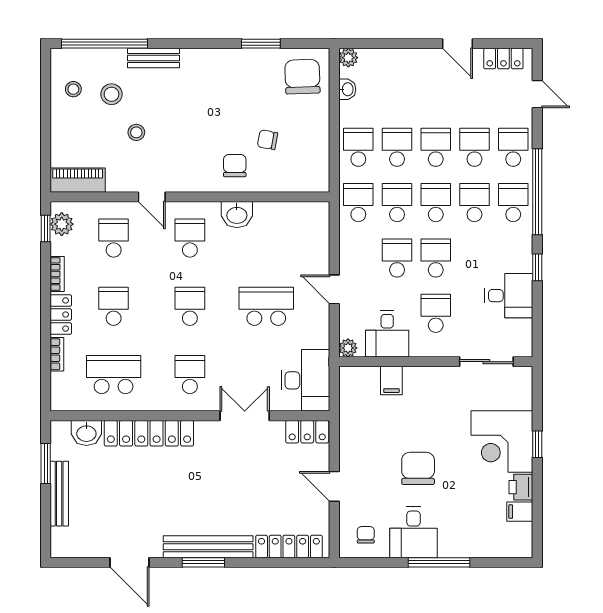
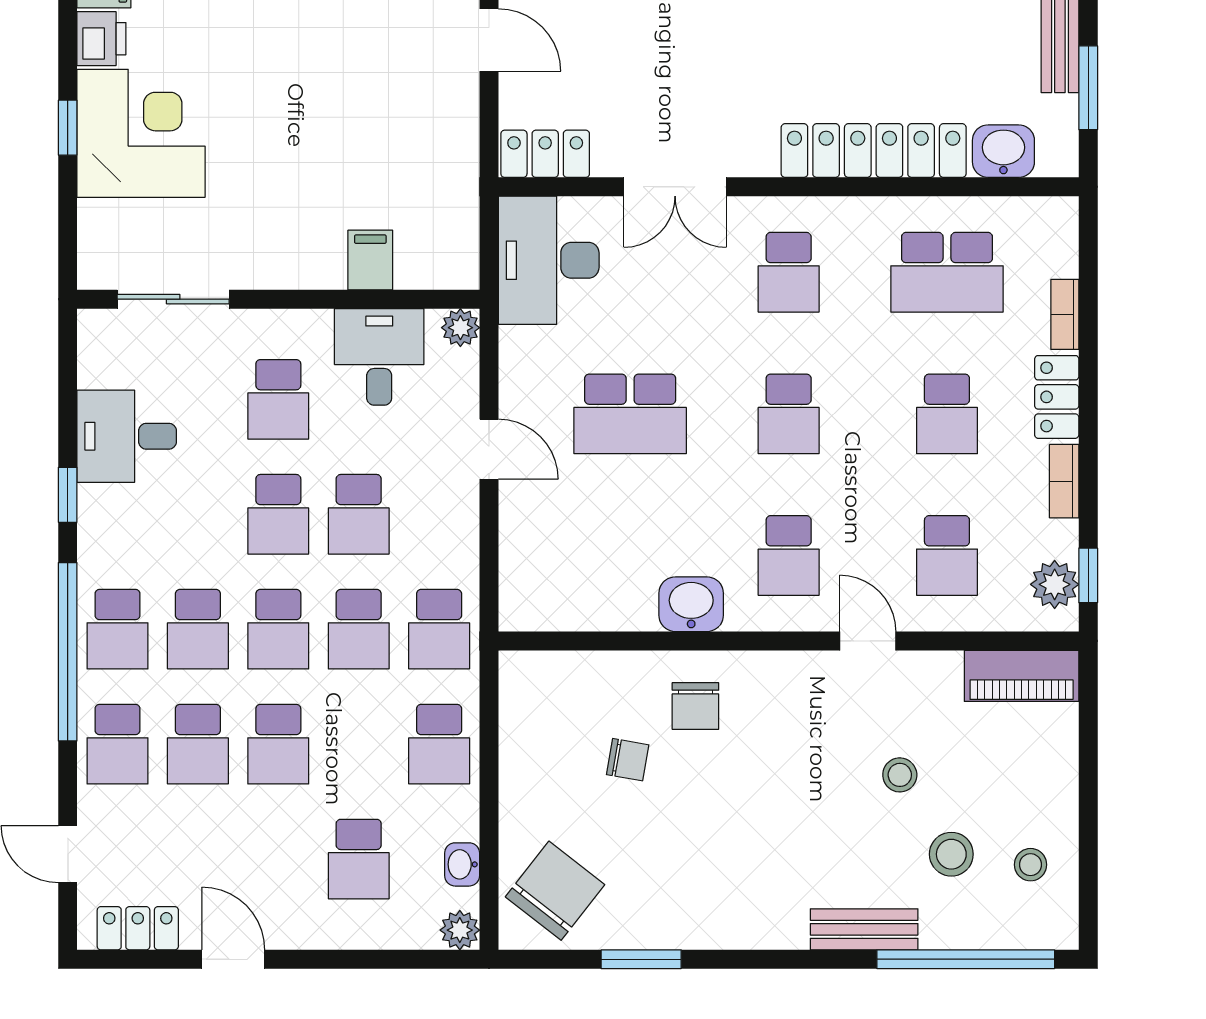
chair: (302, 77) -> (555, 891), turned -140
school desk: (397, 147) -> (359, 859), moved
chair: (418, 468) -> (315, 77), removed

